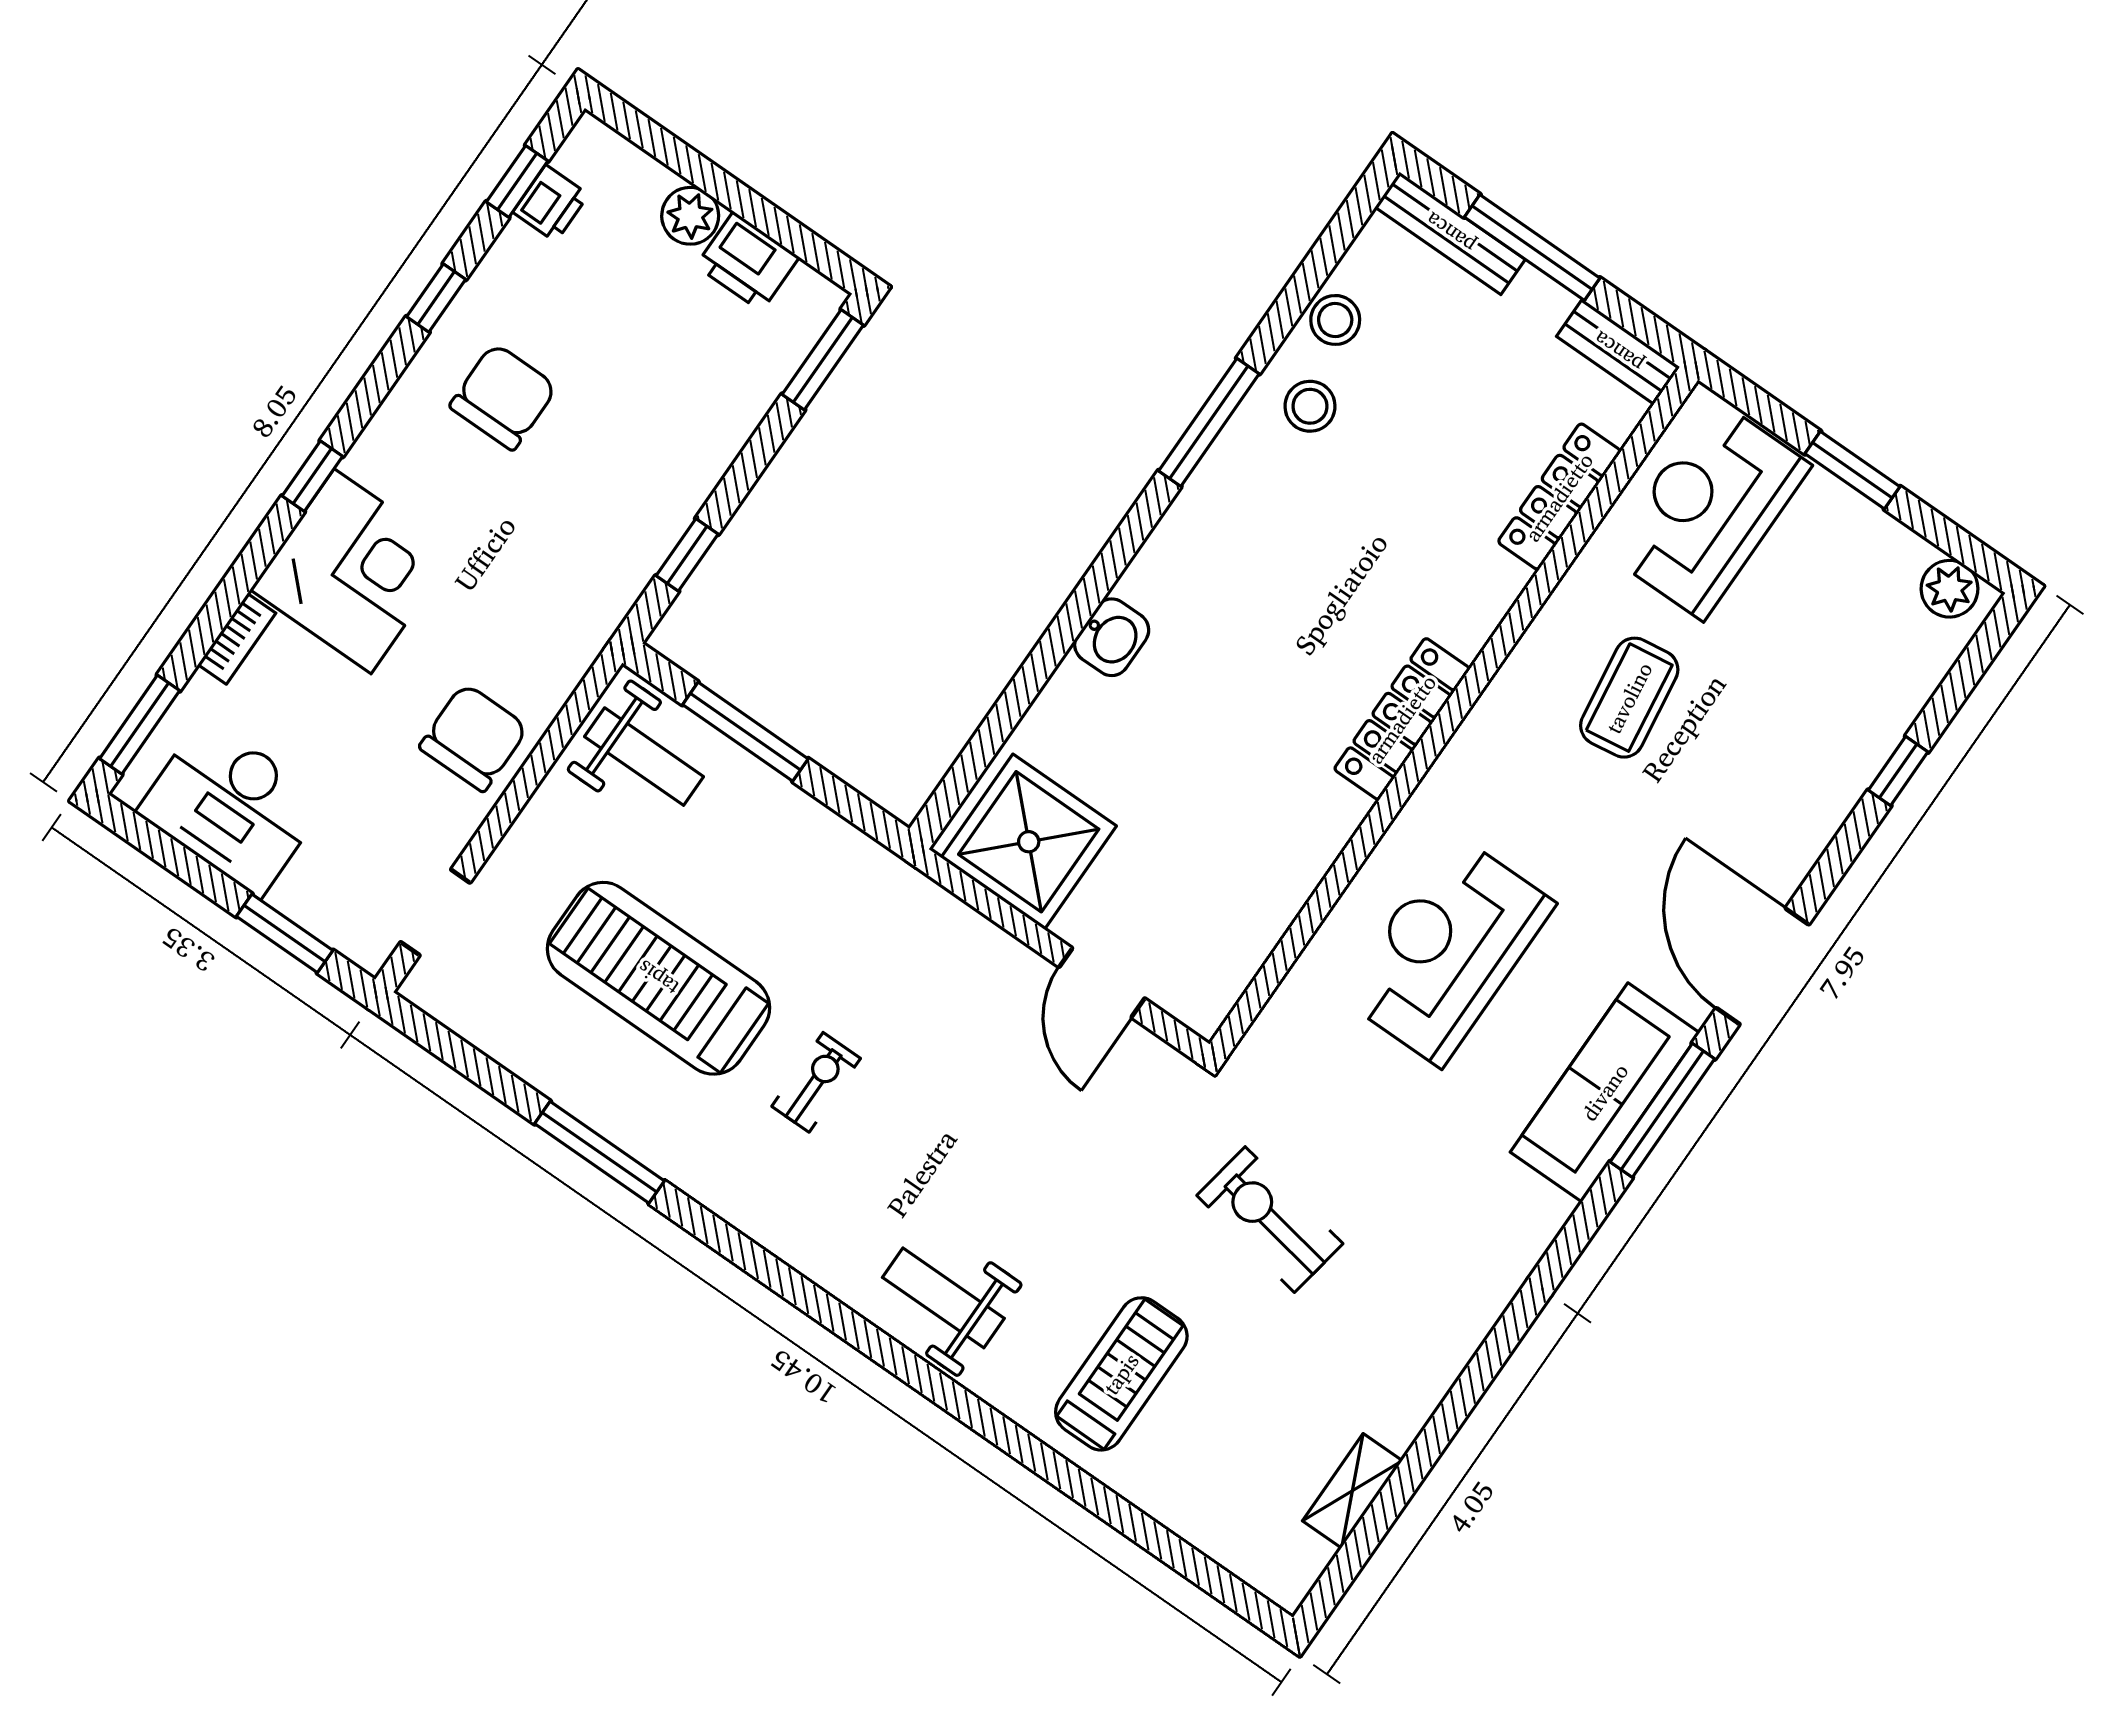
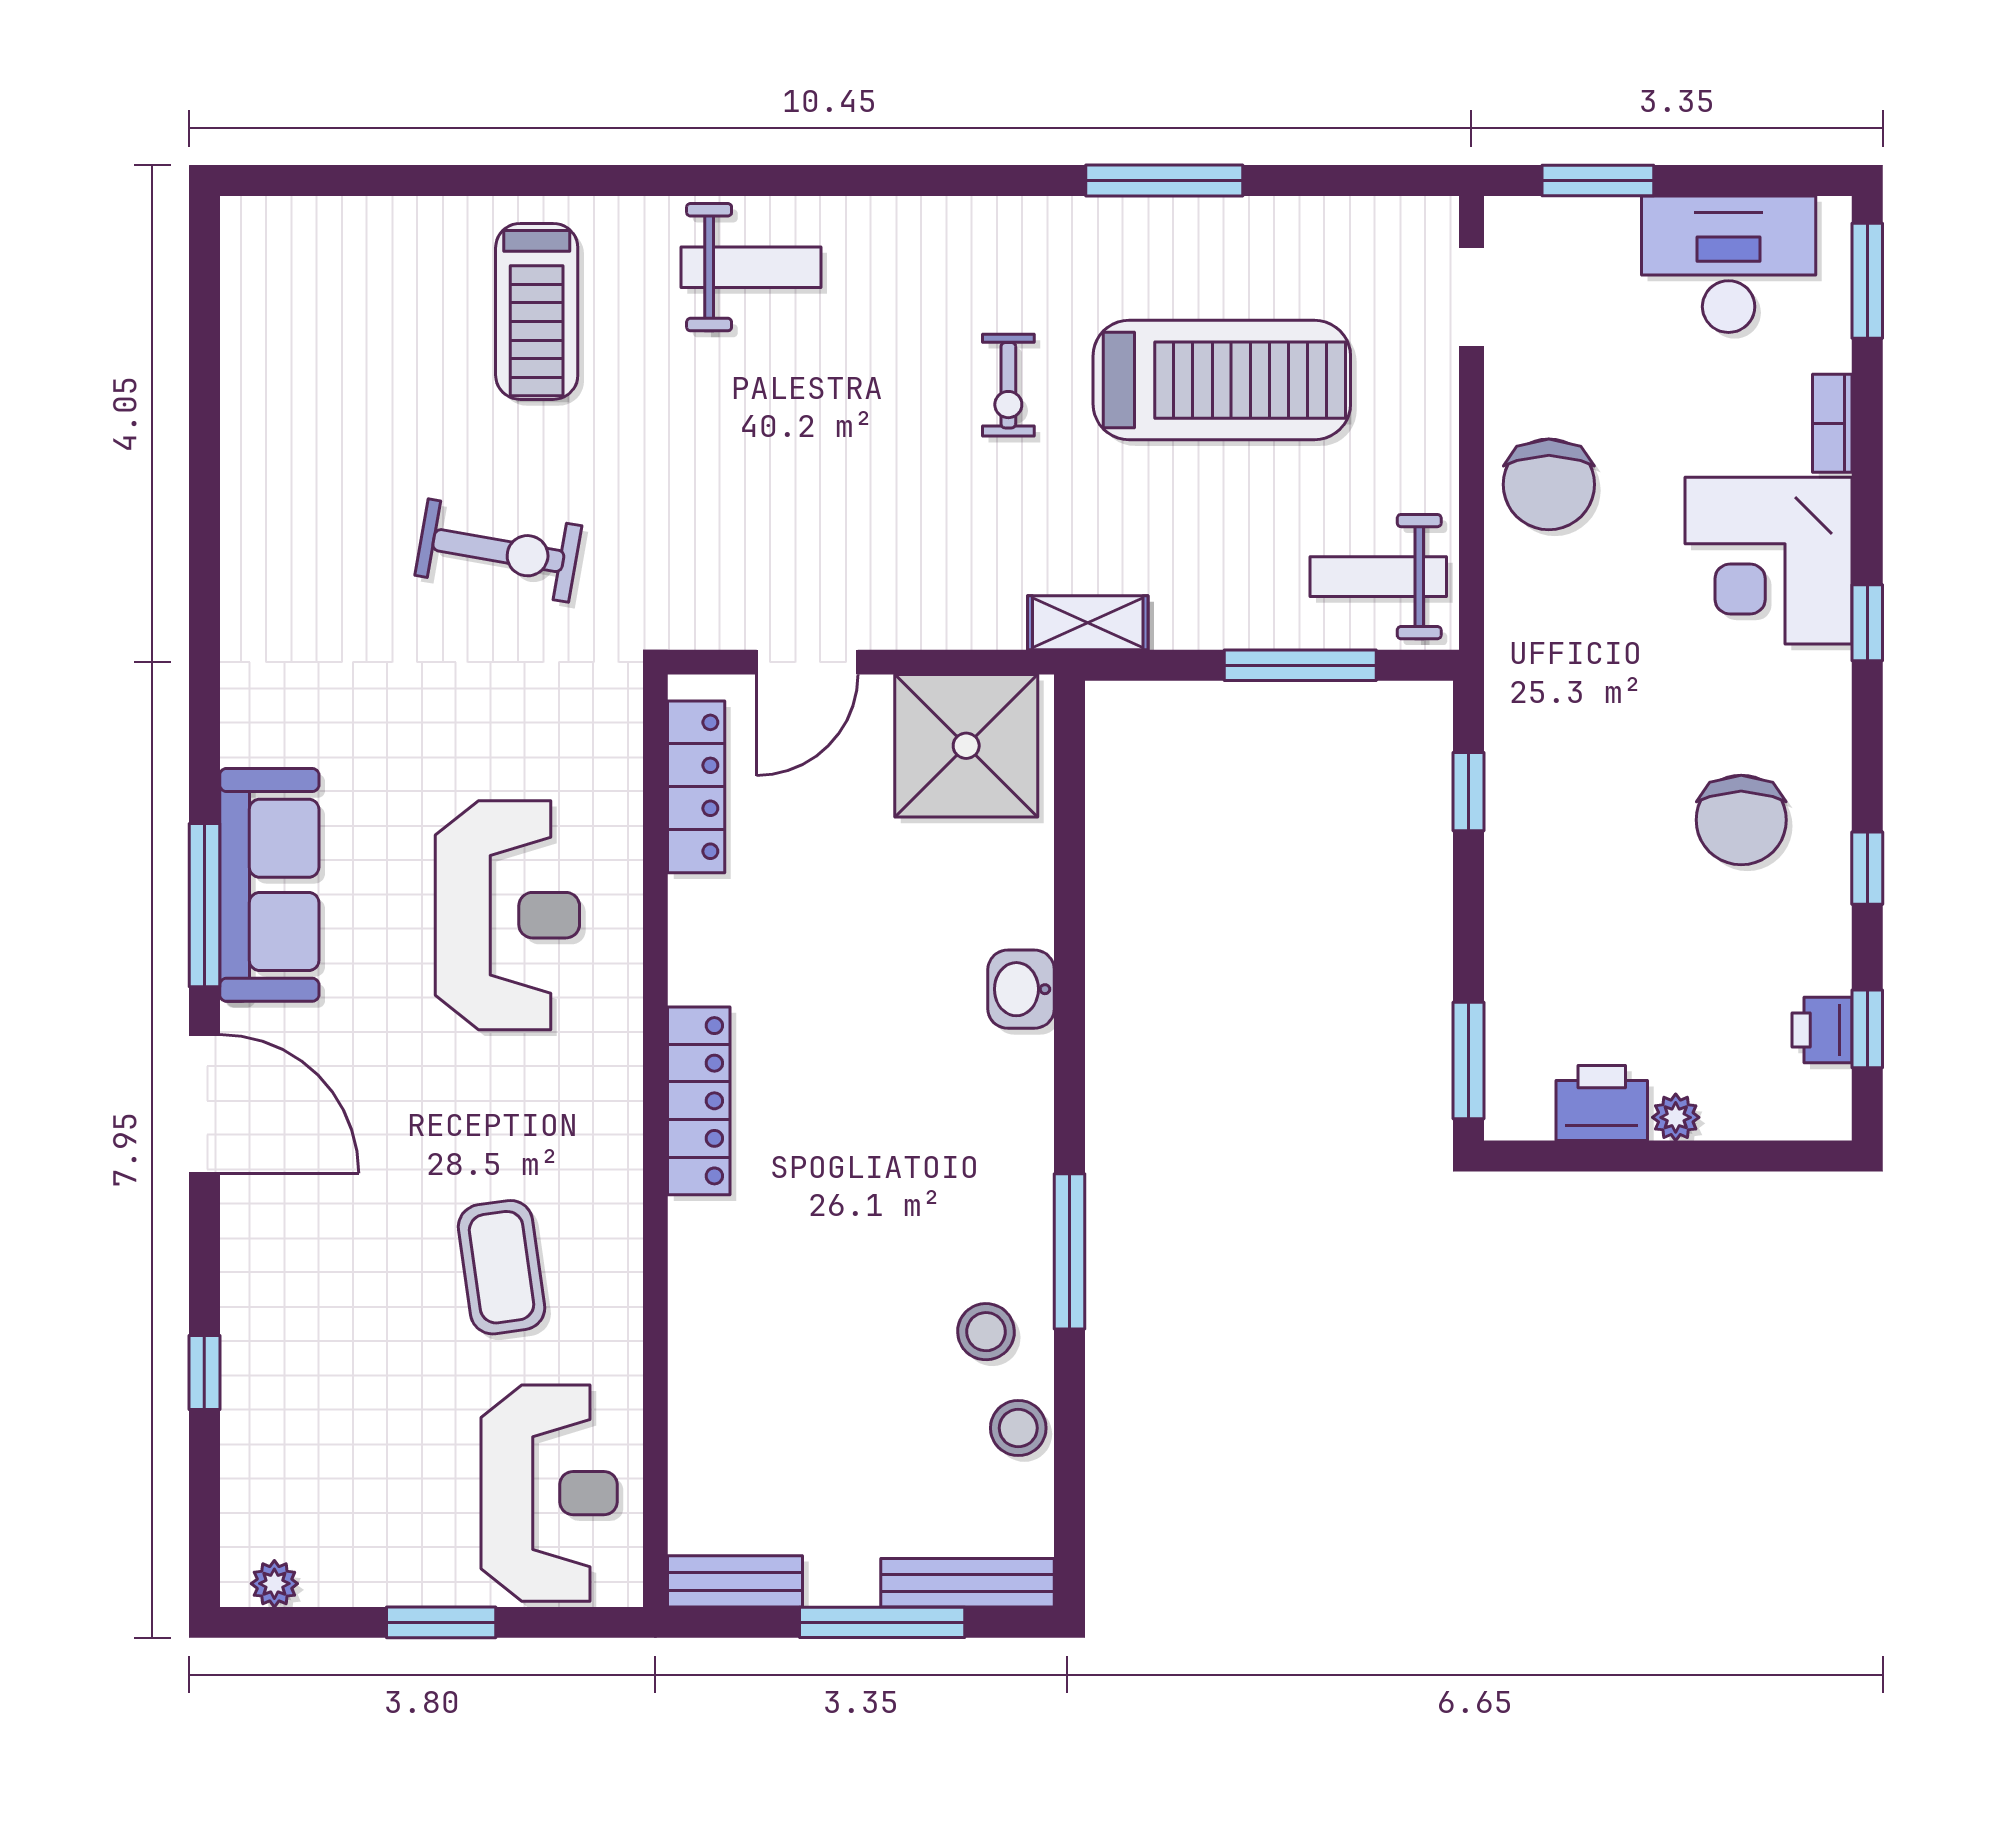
plant: (690, 216) -> (1676, 1117), width x0.73, depth x0.73
locker: (1559, 497) -> (696, 787), moved
plant: (1950, 589) -> (274, 1584), width x0.73, depth x0.73
door: (1102, 983) -> (807, 662), swing flipped
shelving: (1352, 1491) -> (1088, 623), moved, turned 90

